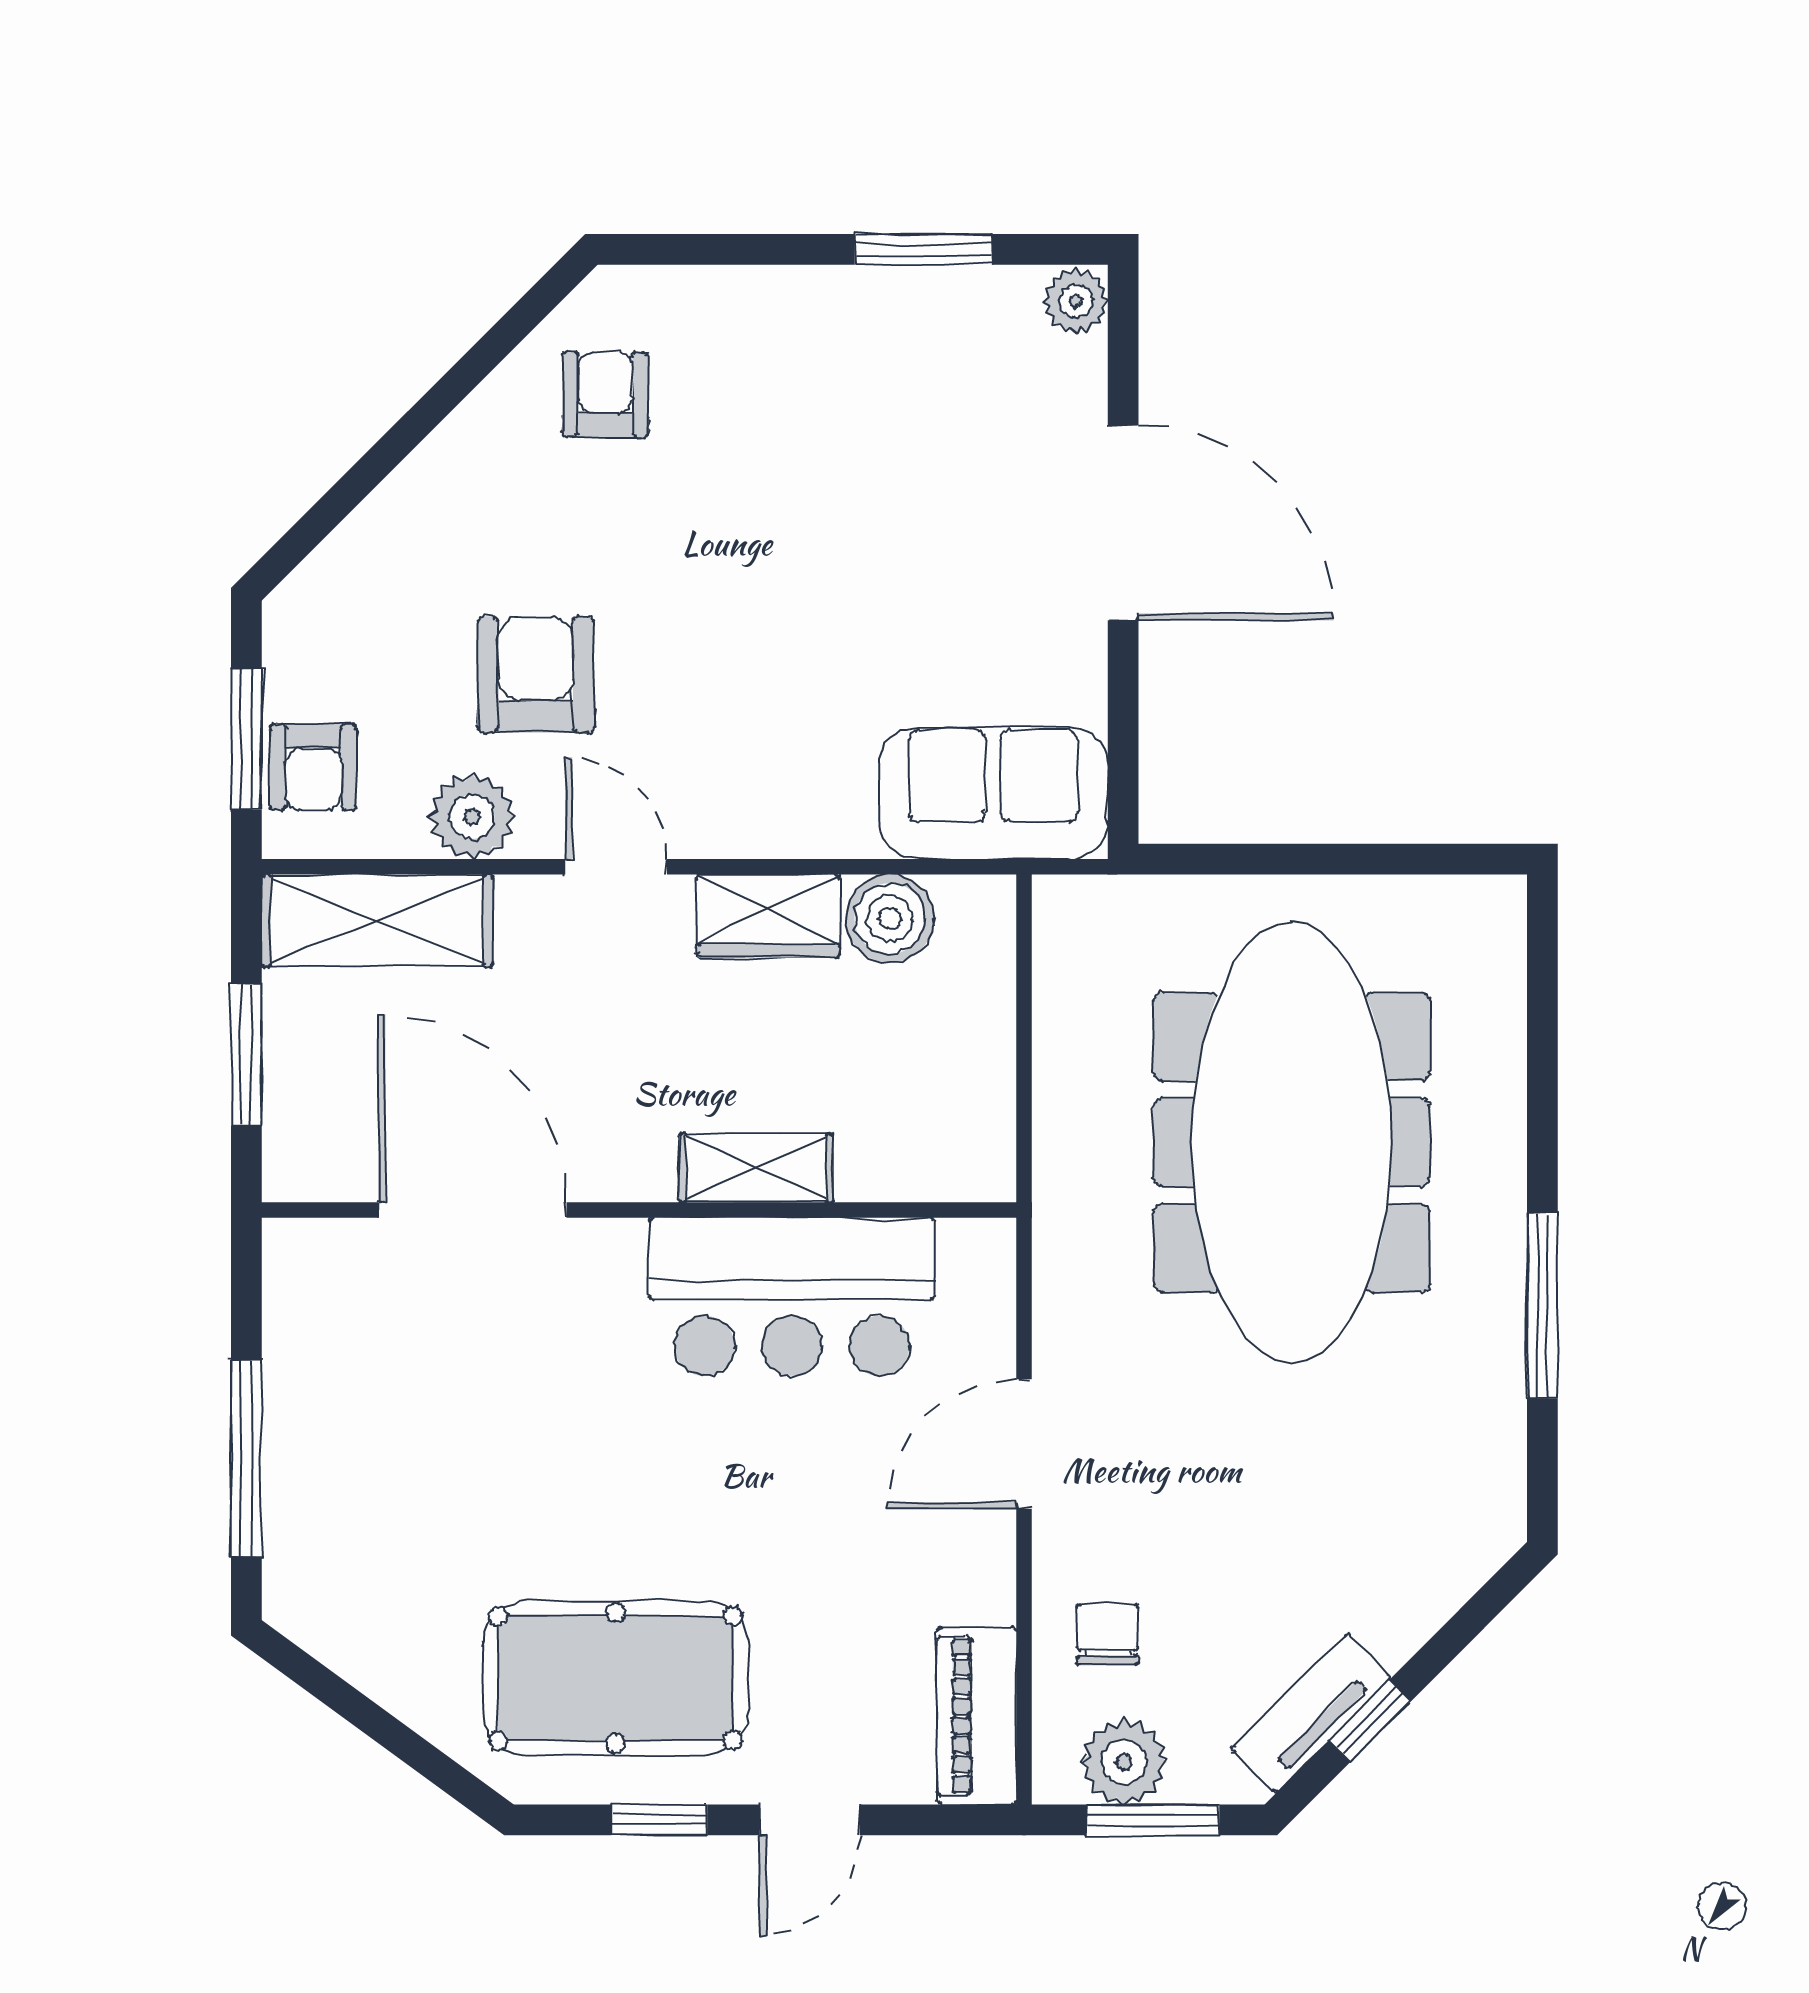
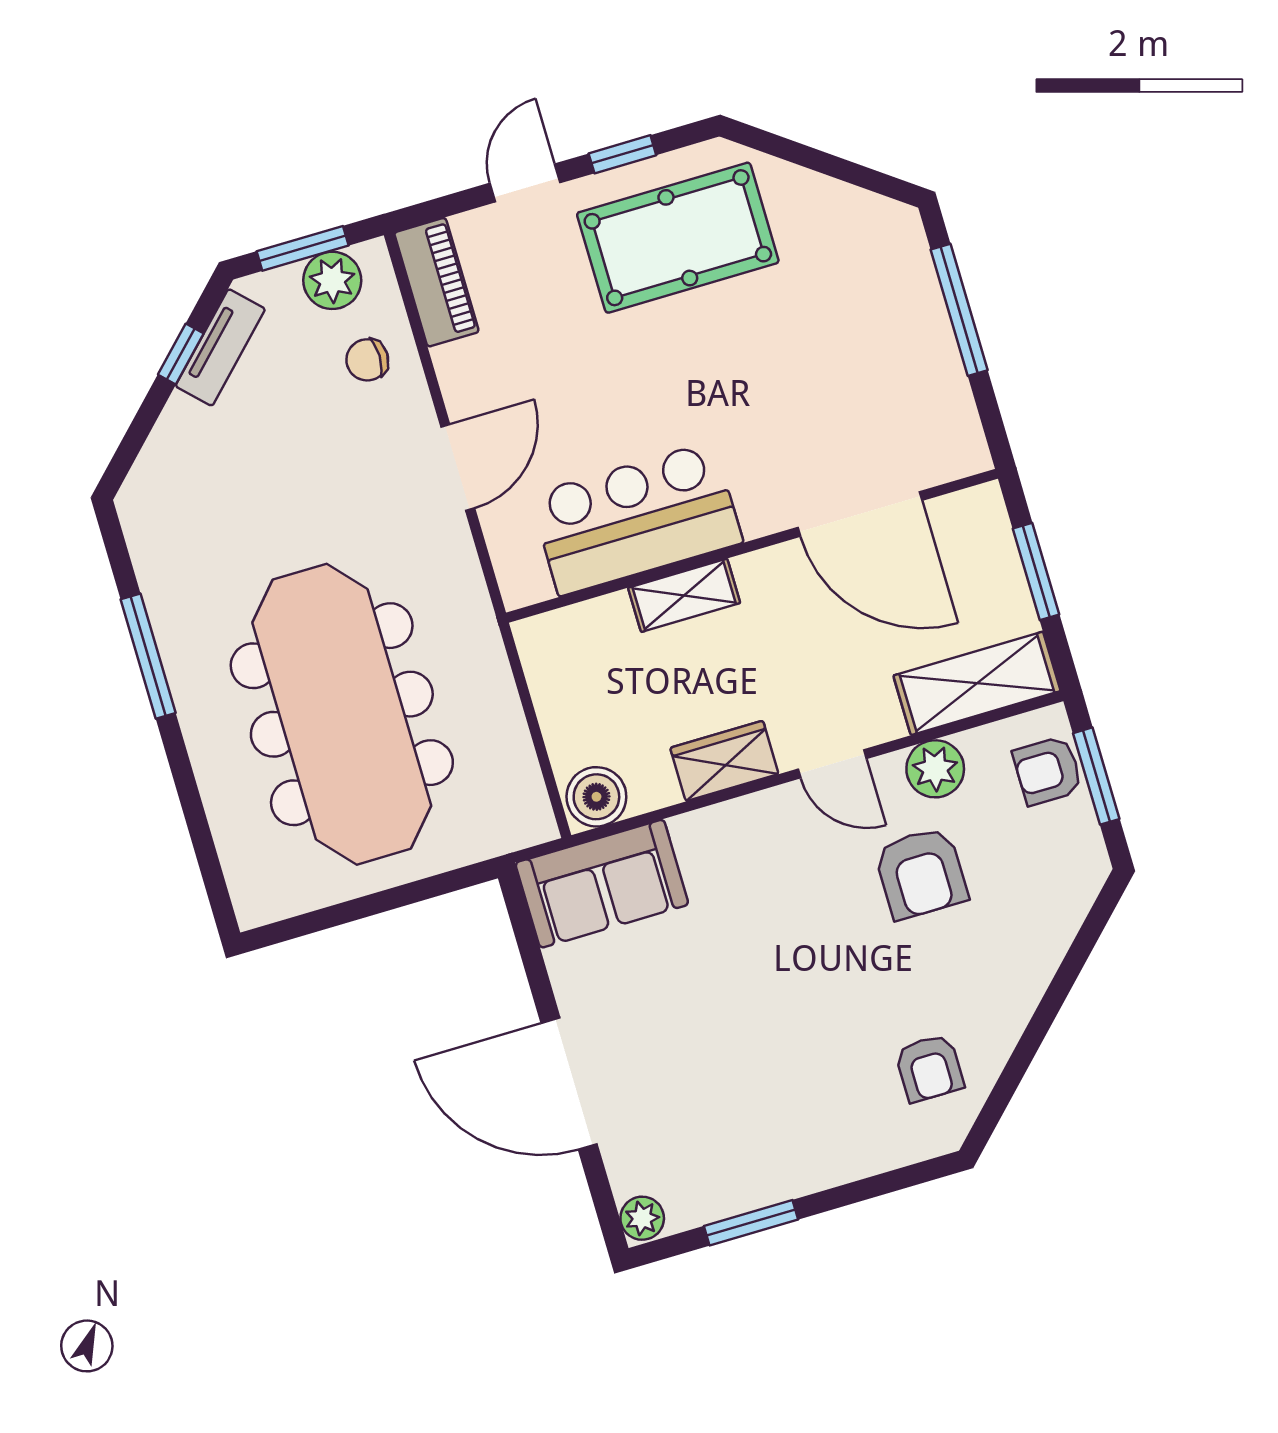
armchair: (313, 767) -> (1048, 771), turned -90
boiler: (890, 919) -> (596, 797), moved
chair: (1108, 1635) -> (367, 360), turned 90

